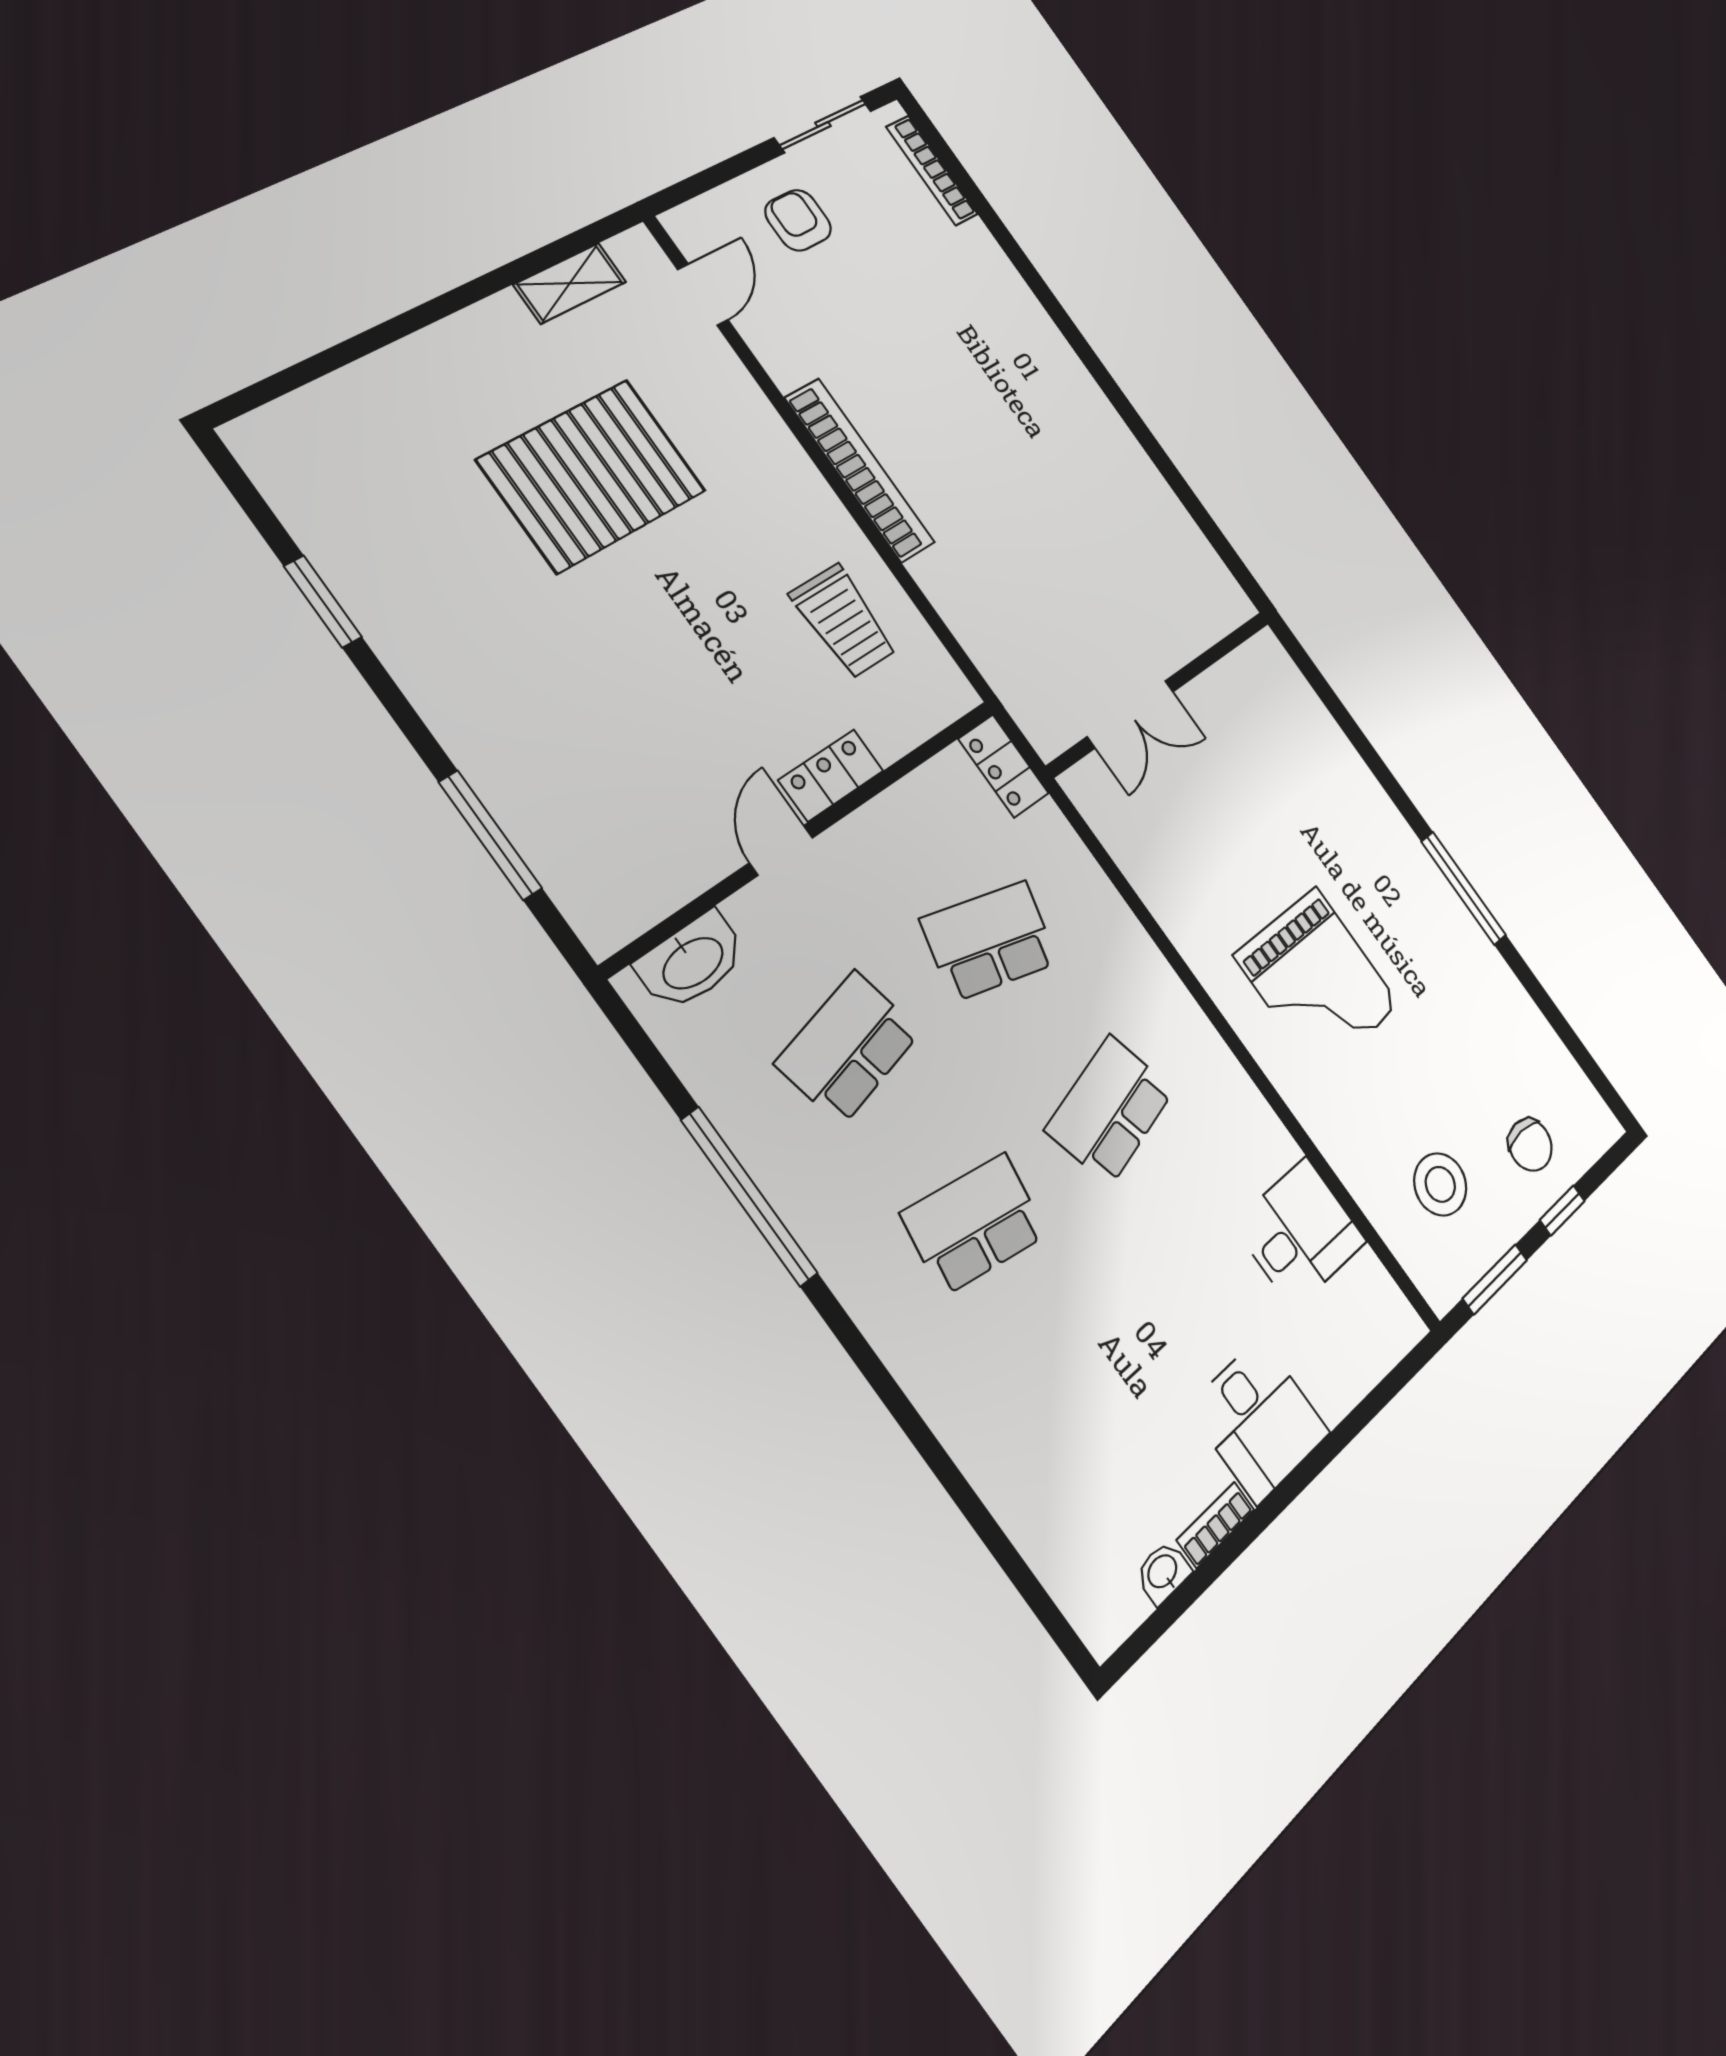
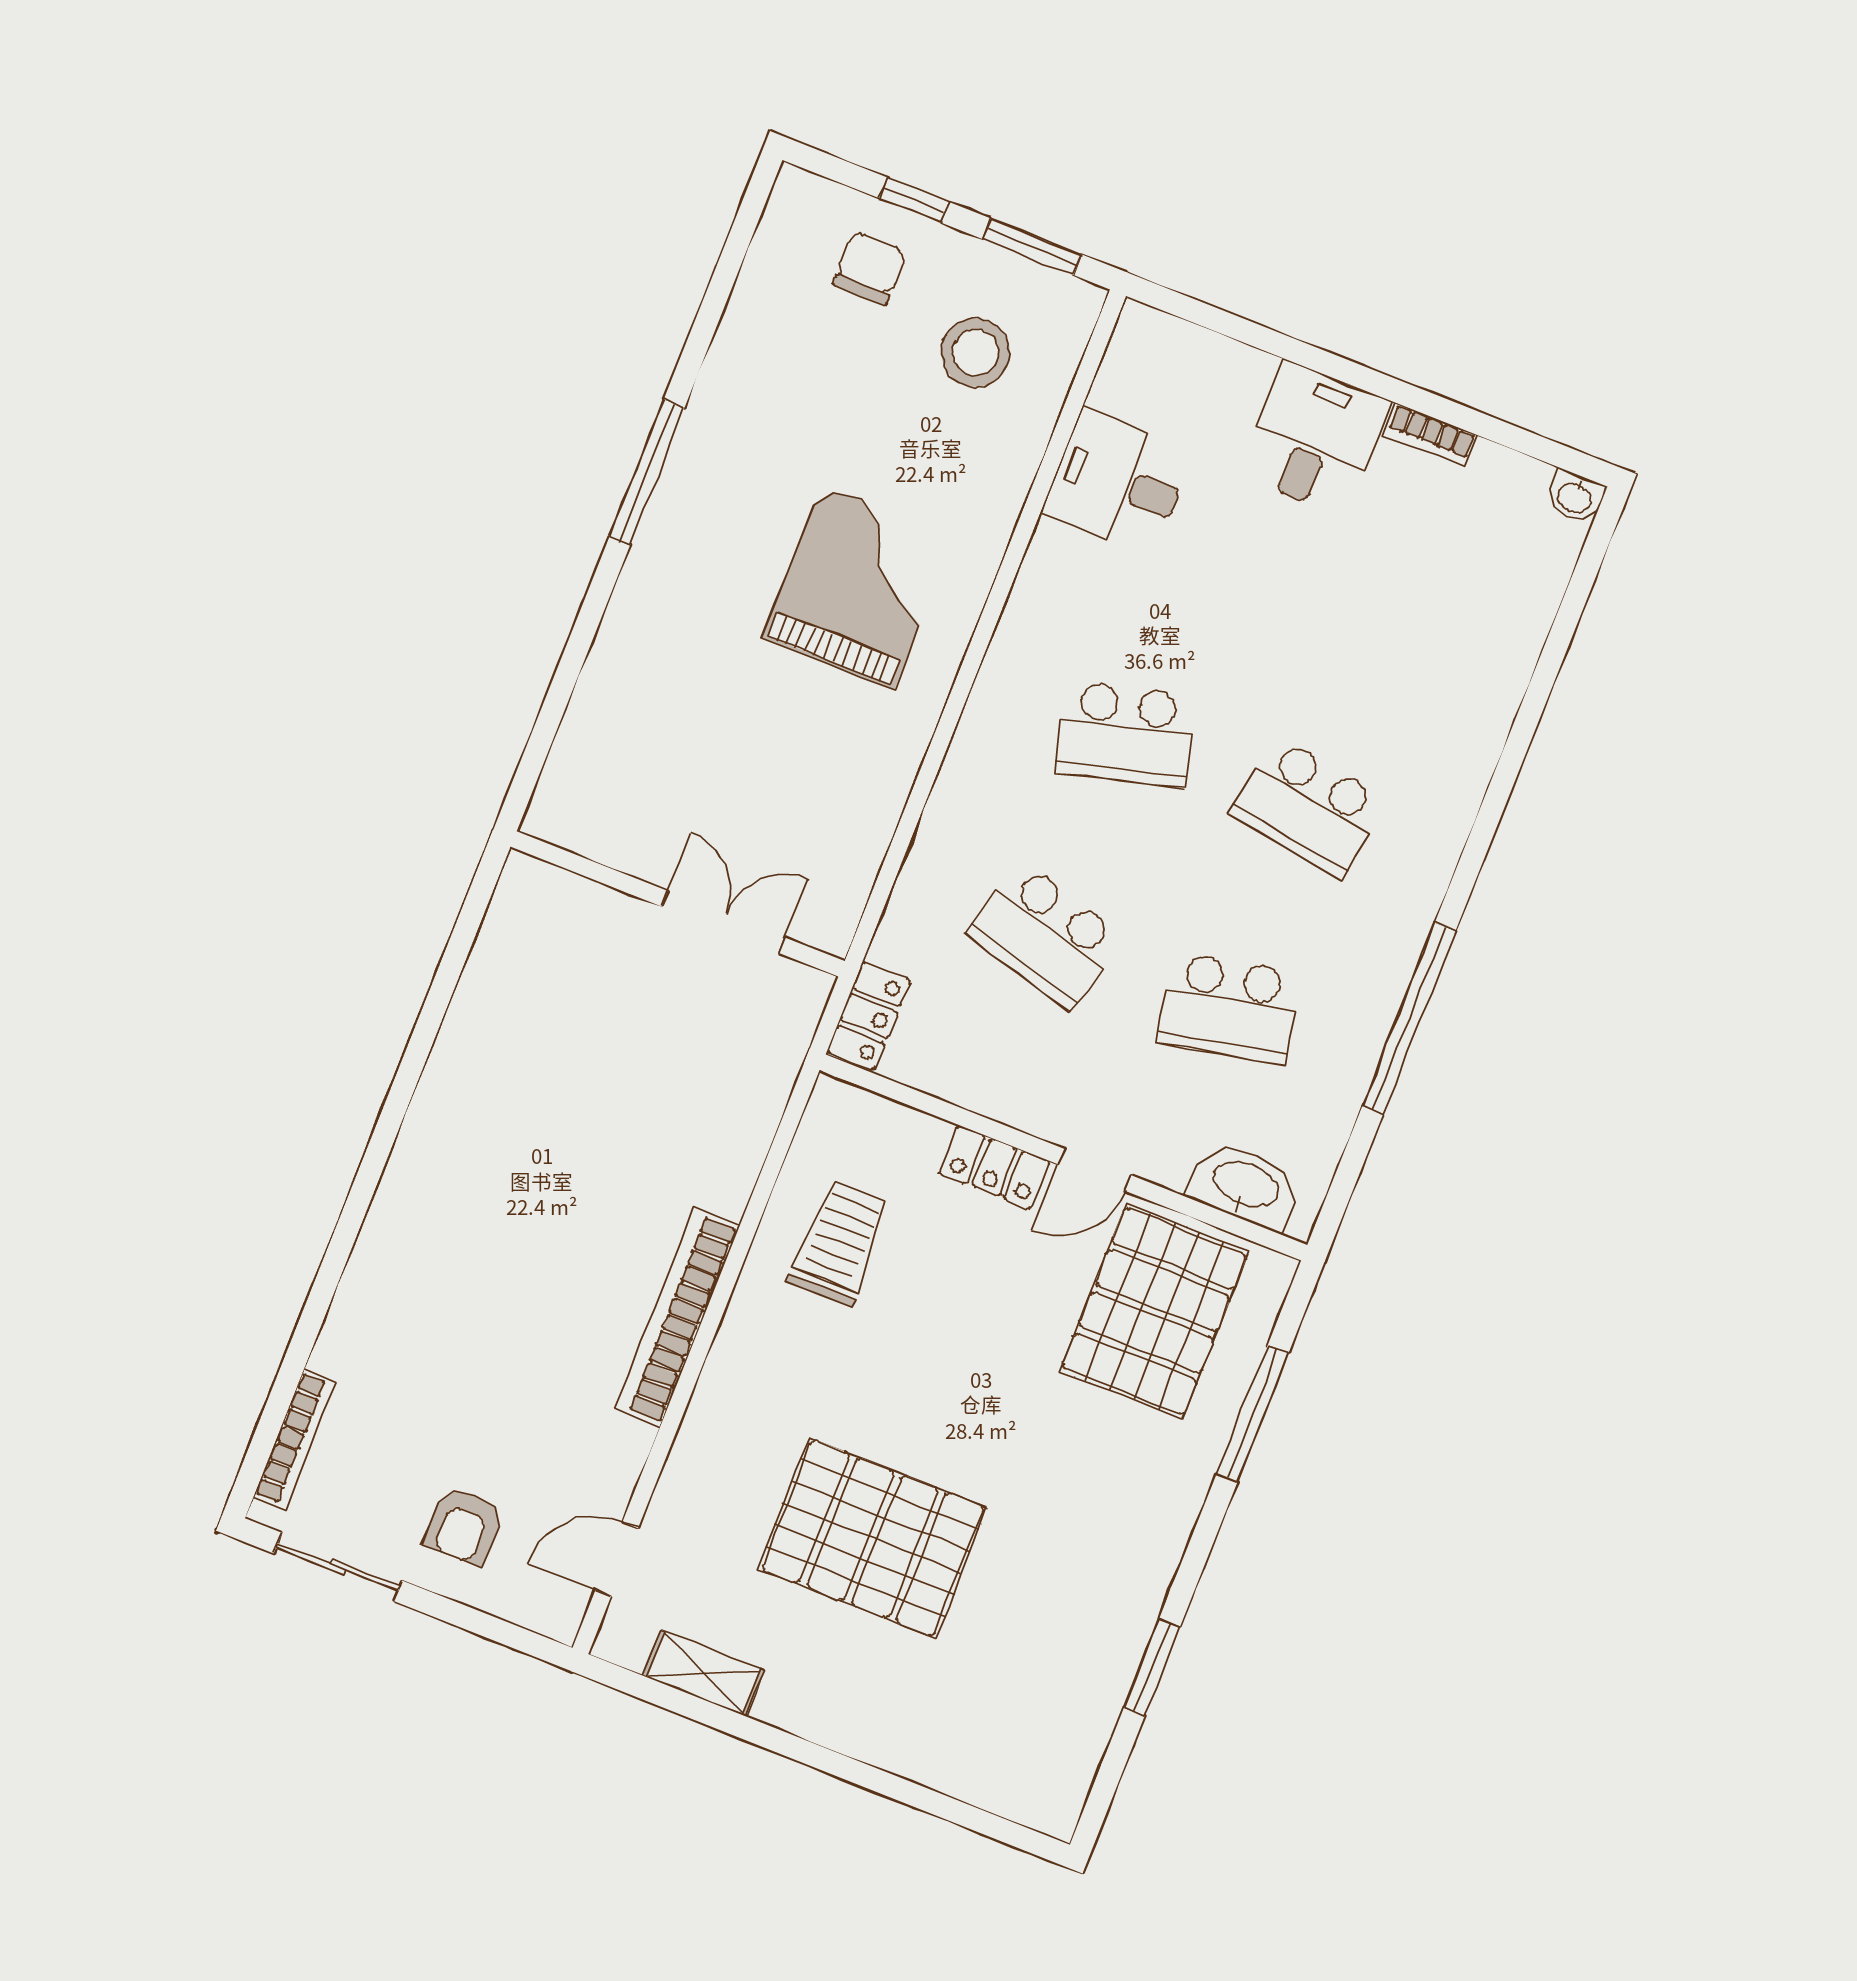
pallet: (633, 816) -> (1154, 1311), added
washbasin: (1163, 1572) -> (1575, 497), moved

